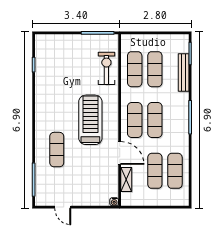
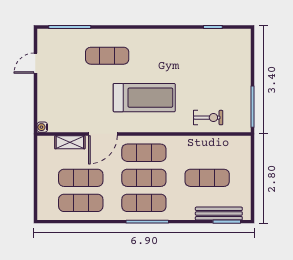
exercise bike: (106, 68) -> (208, 118), width x0.73, depth x0.72
exercise mat: (135, 69) -> (144, 203), moved
bench: (184, 73) -> (219, 214), moved

